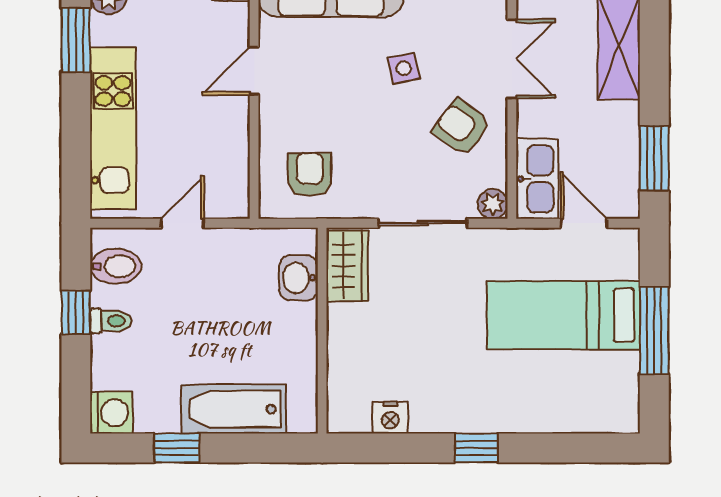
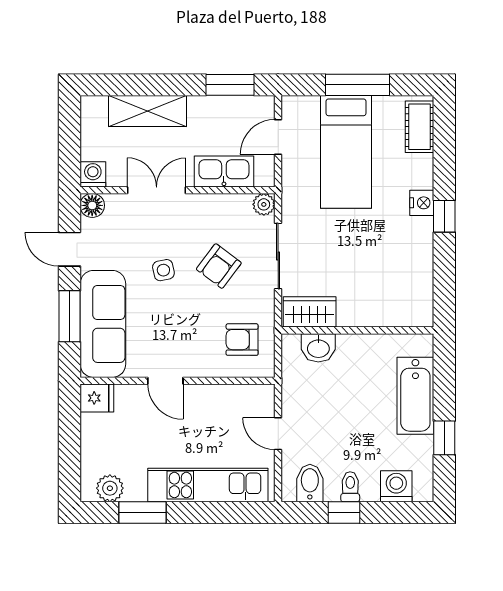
armchair: (462, 127) -> (219, 266), moved
kitchen sink: (537, 179) -> (224, 171), moved
washing machine: (111, 413) -> (396, 486), moved
cot: (598, 415) -> (420, 127), added
nightstand: (390, 418) -> (422, 203), moved

